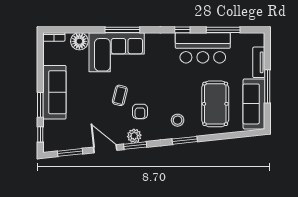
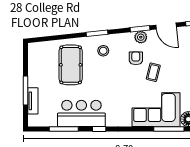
window: (122, 30) -> (169, 129), moved
window: (267, 86) -> (26, 90), moved
sofa: (254, 104) -> (37, 65), removed

